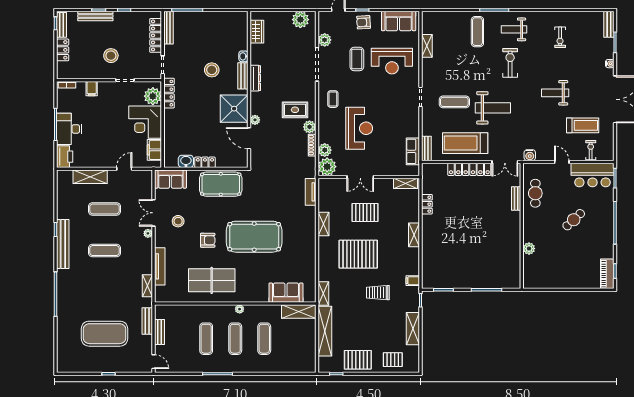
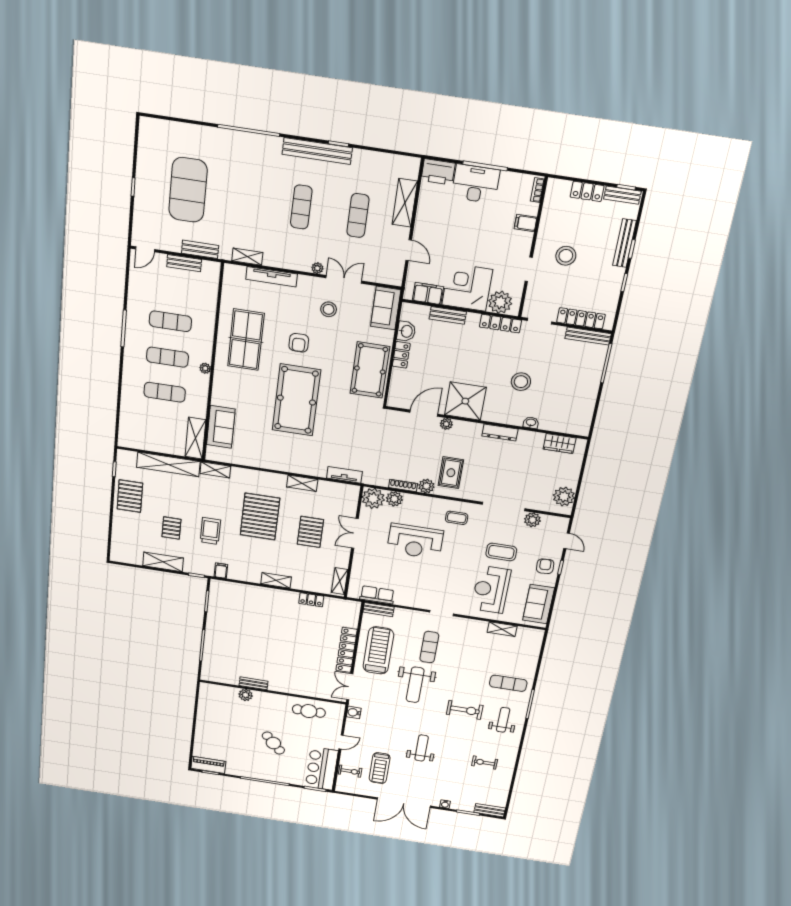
bench: (243, 76) -> (448, 315), moved
bench: (516, 199) -> (254, 683), moved
pallet: (393, 360) -> (171, 528), moved

